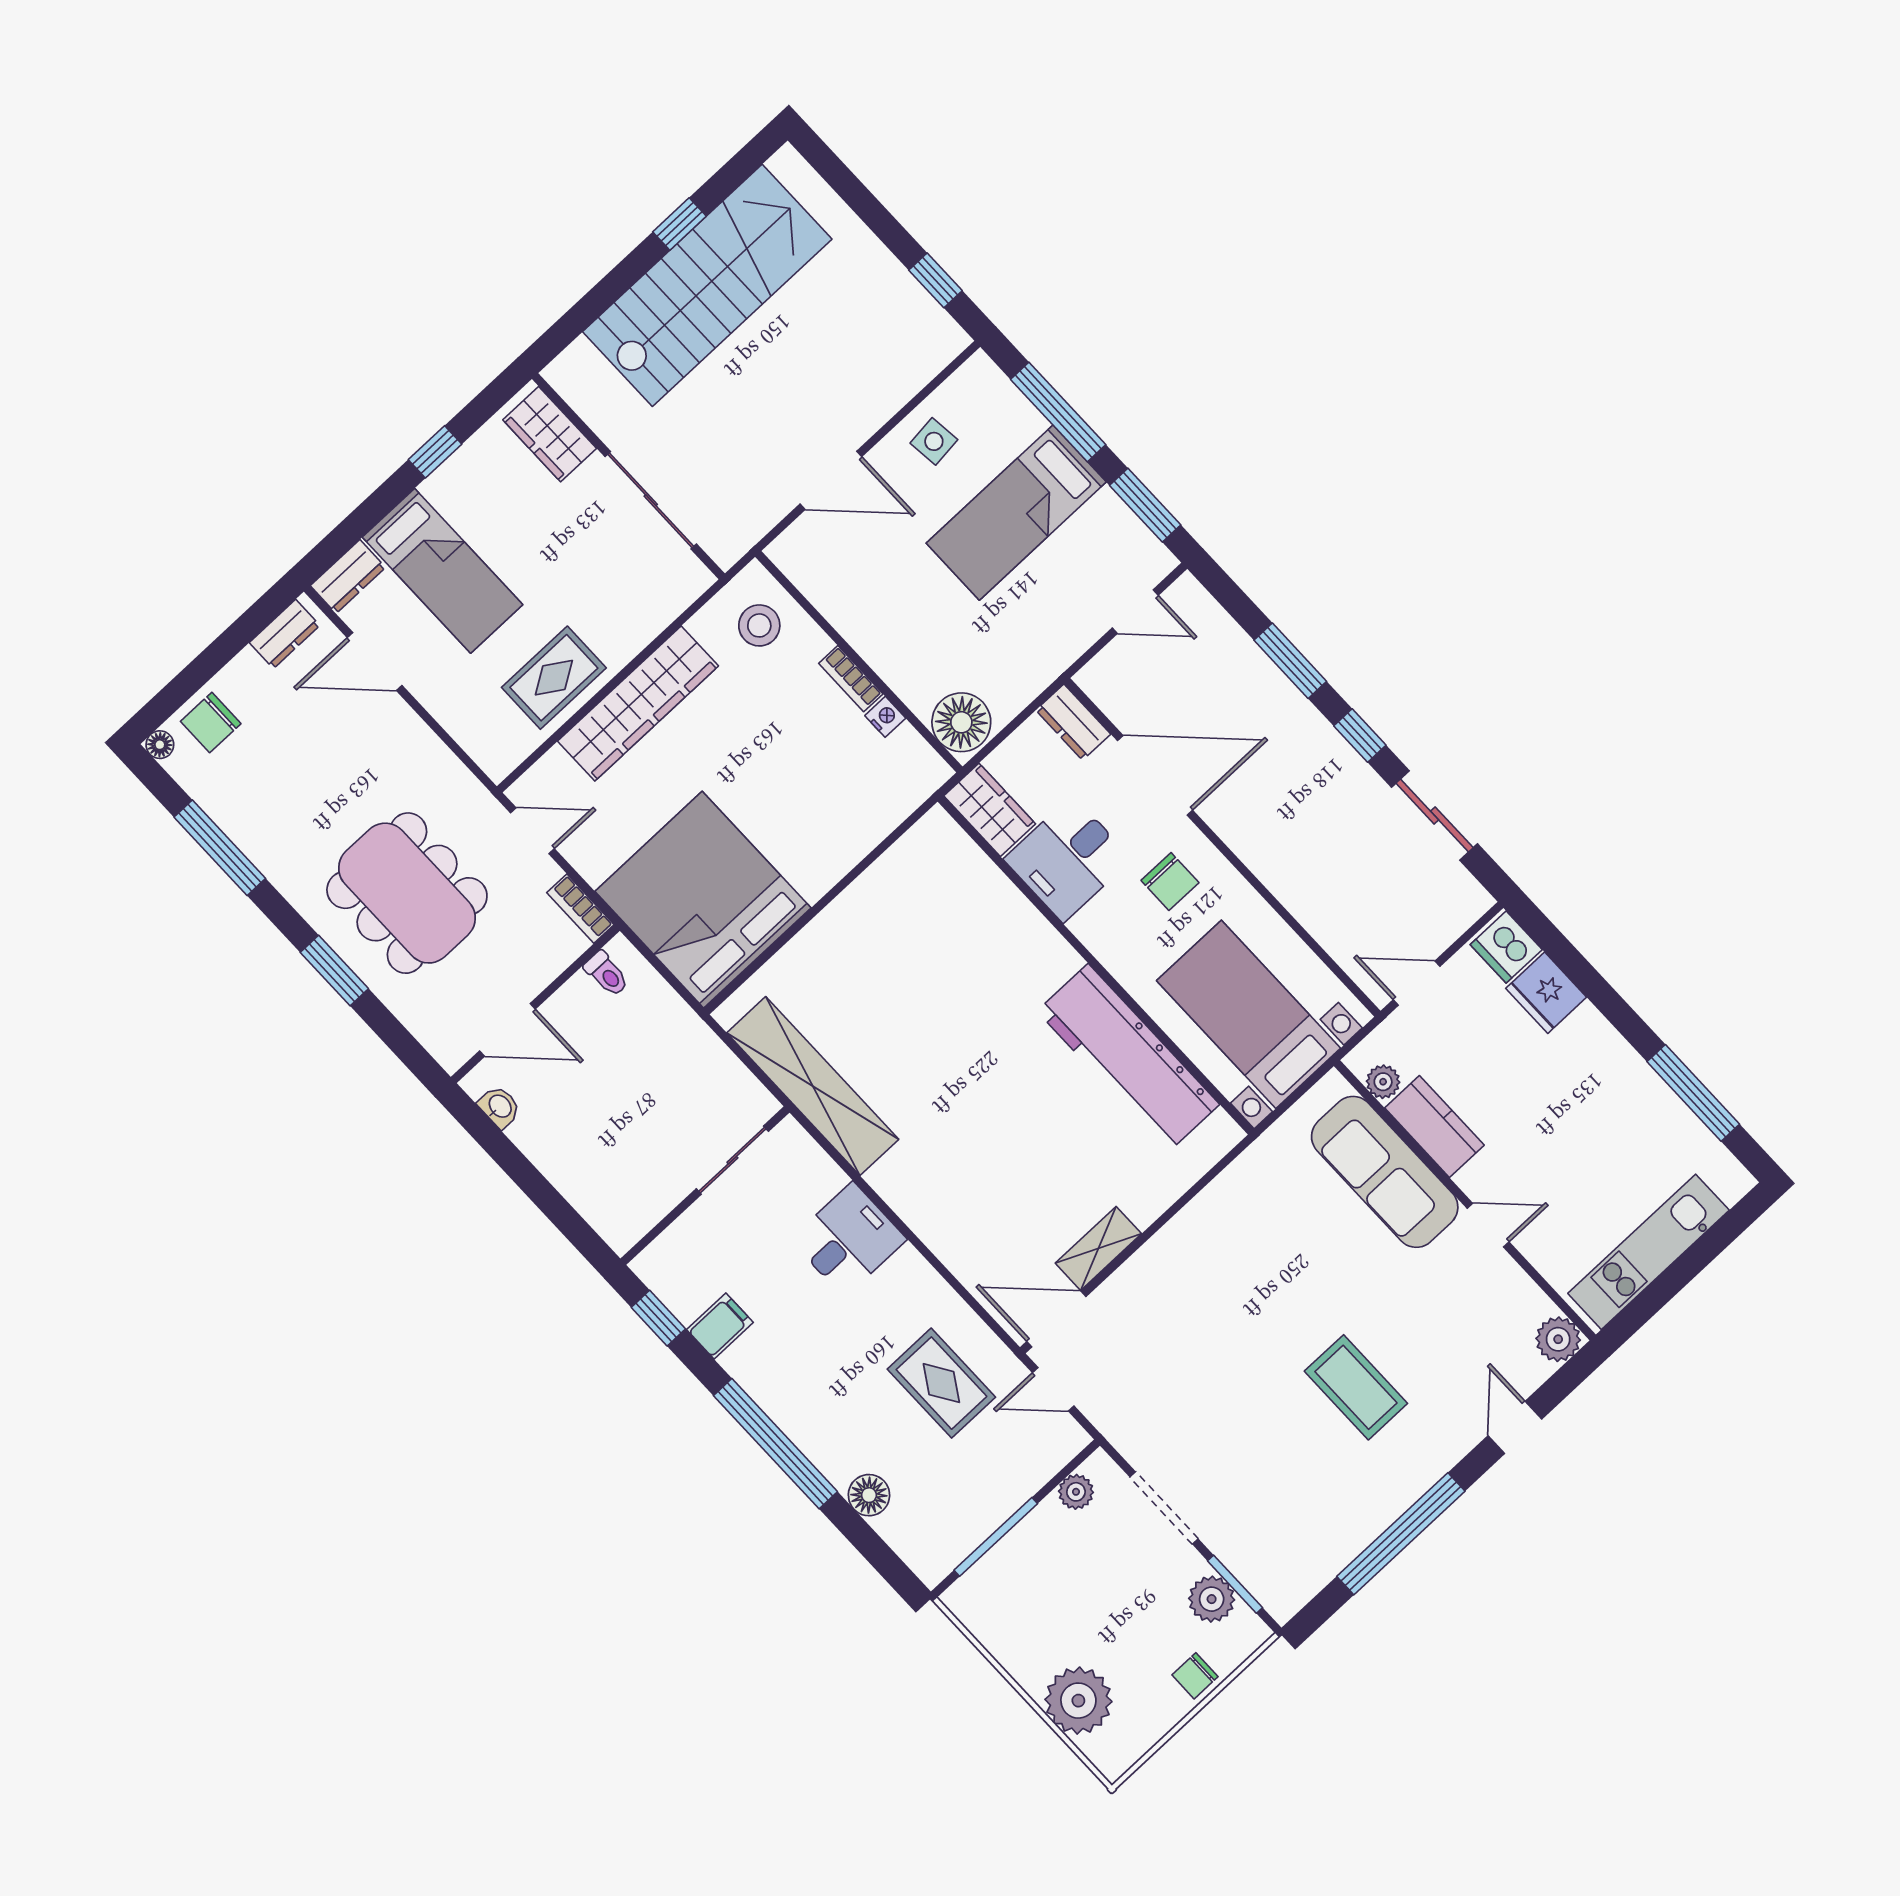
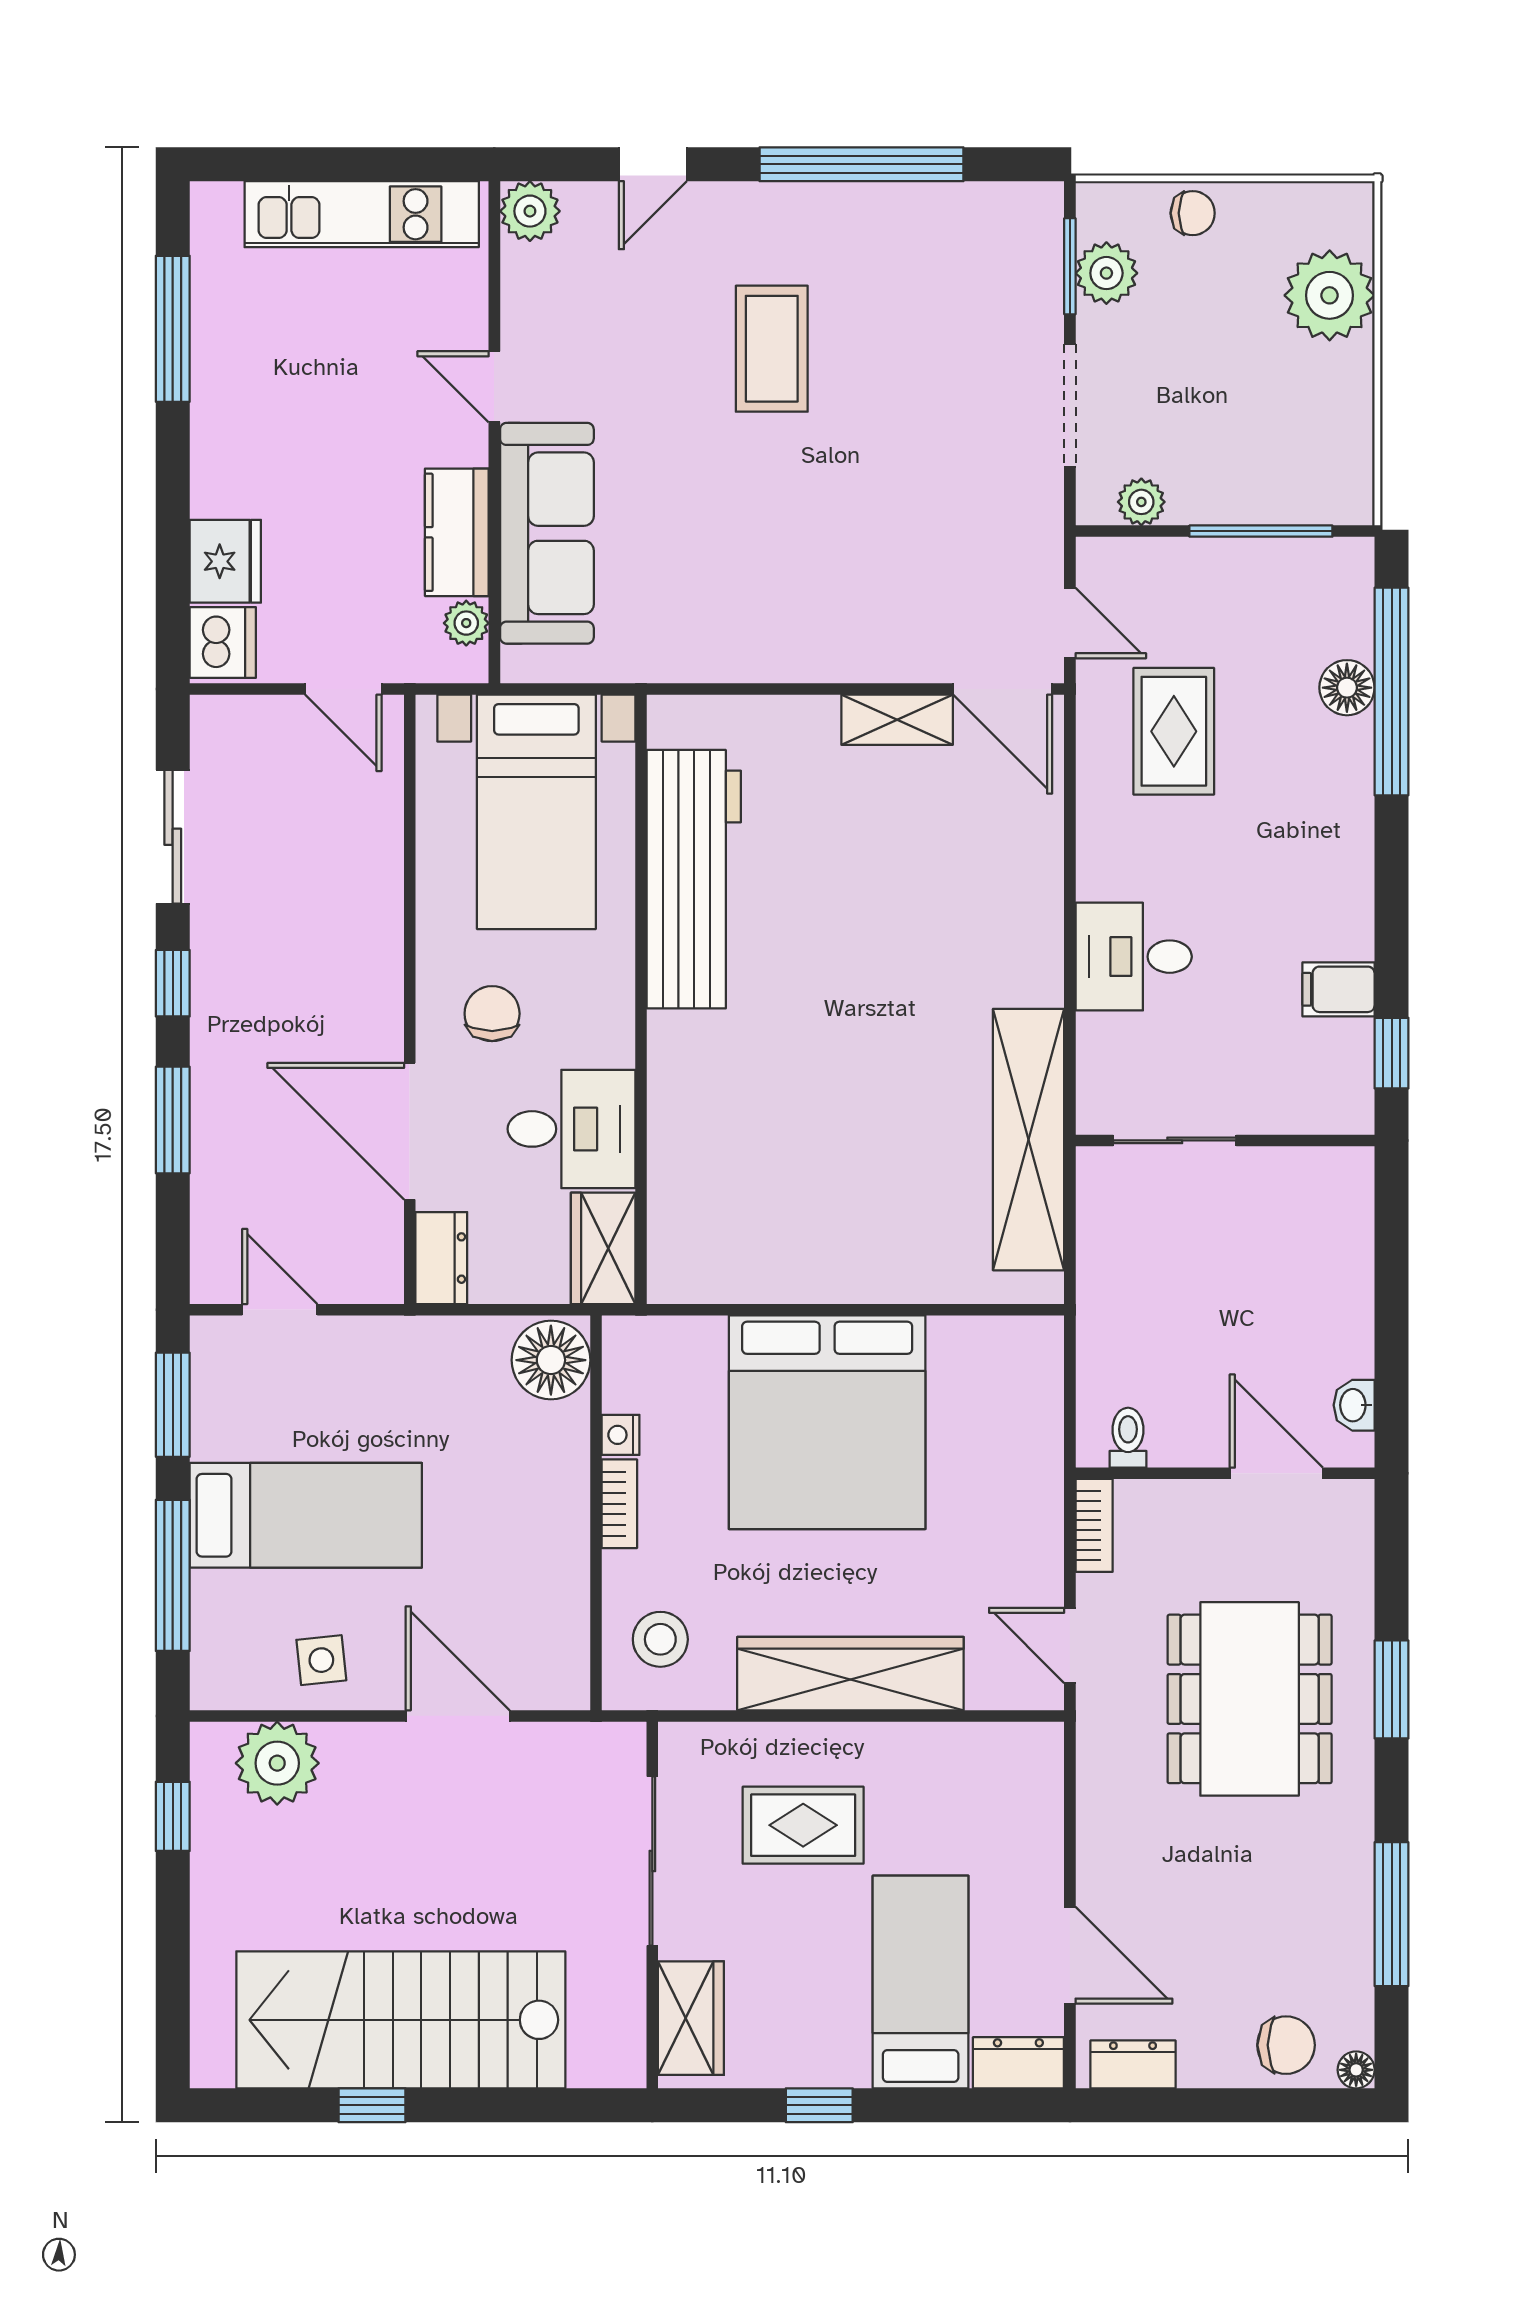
plant: (906, 363) -> (277, 1763), added
rug: (554, 678) -> (803, 1825), moved
bed: (703, 900) -> (827, 1422), moved
window: (775, 1444) -> (1392, 692), moved

